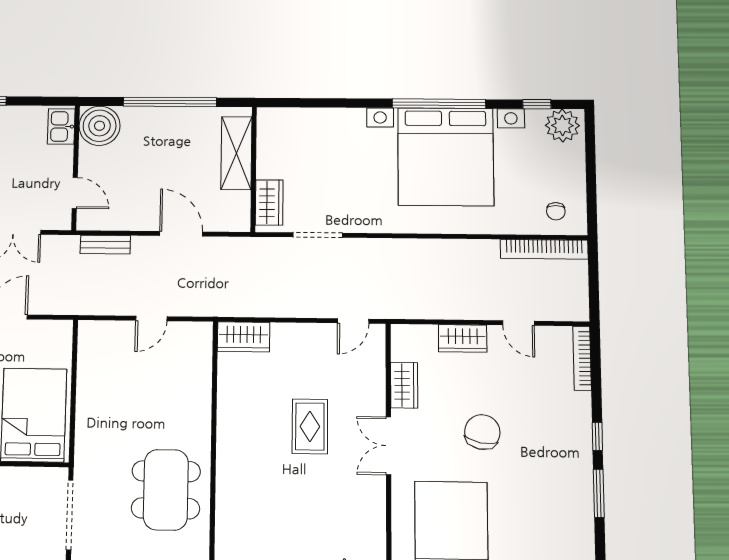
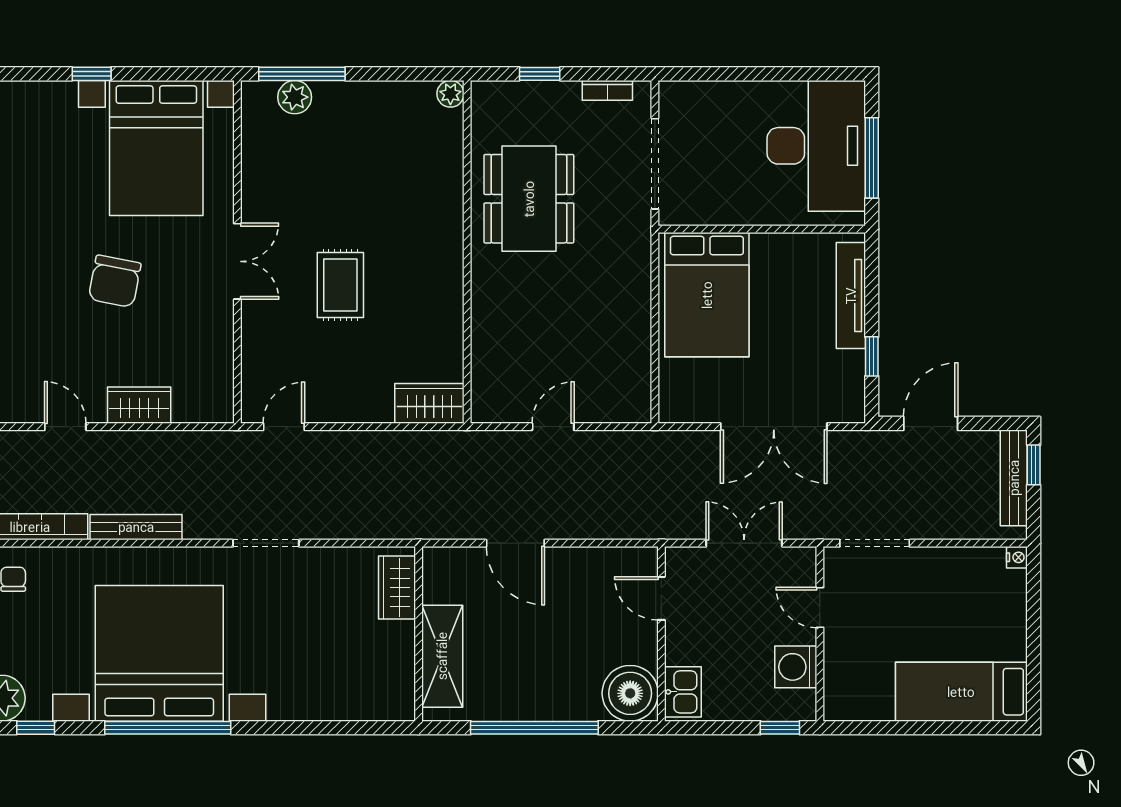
doorway: (318, 235) -> (266, 543), moved
bench: (105, 245) -> (136, 527), moved, width x1.36
wardrobe: (404, 385) -> (216, 342), removed

